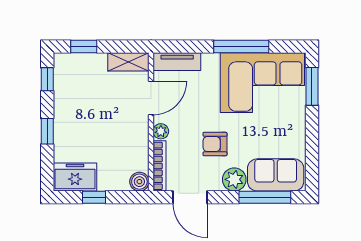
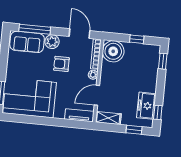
window: (241, 47) -> (40, 121), removed
window: (47, 131) -> (163, 61), moved
armchair: (215, 144) -> (61, 64), turned 180
freezer: (75, 177) -> (146, 106), moved, turned 90
boiler: (139, 182) -> (113, 51), width x1.86, depth x1.86

